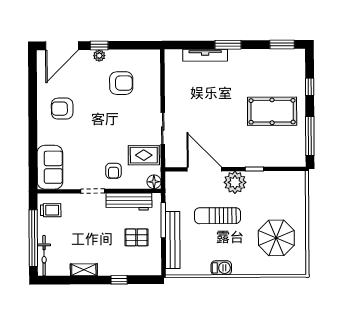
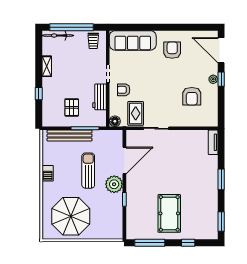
tv unit: (205, 55) -> (213, 142), moved, width x0.71
sofa: (50, 167) -> (133, 40), width x1.36
workbench: (129, 202) -> (99, 97), width x0.73
parasol: (276, 238) -> (71, 216), width x1.36, depth x1.36

